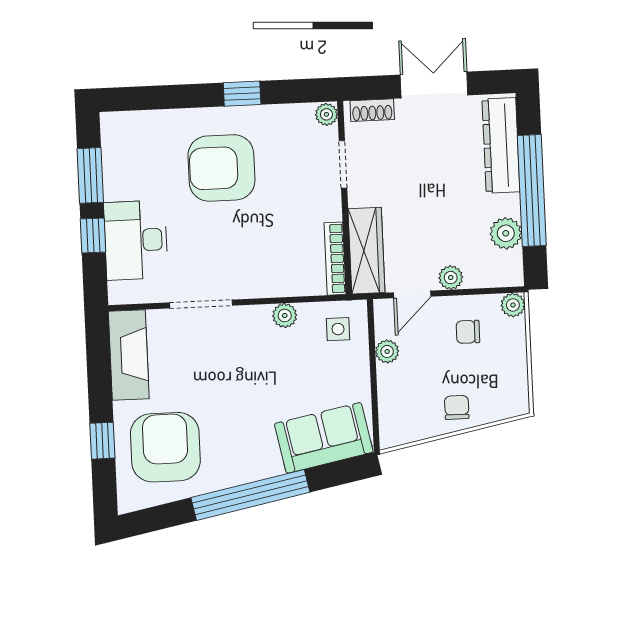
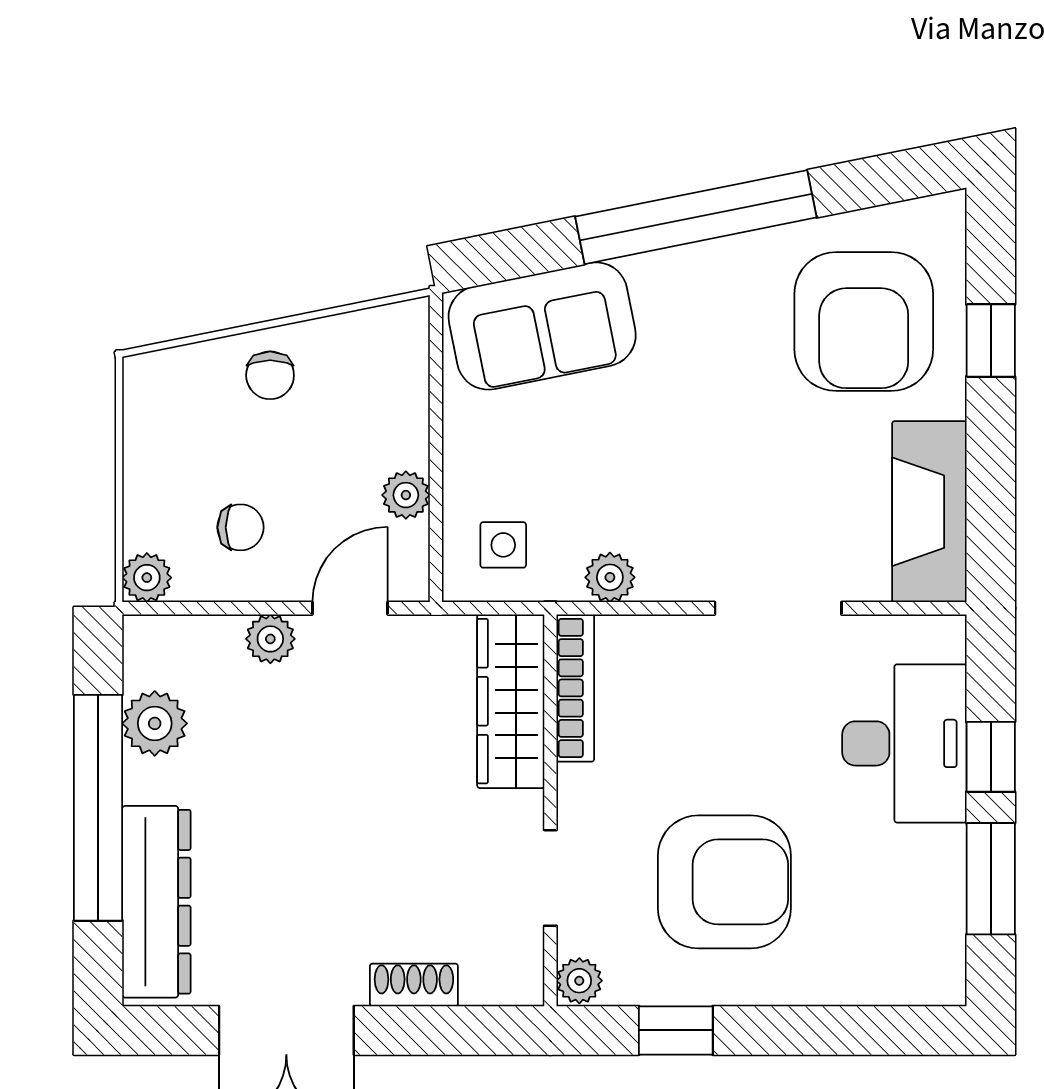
plant: (326, 114) -> (579, 981), moved
doorway: (343, 164) -> (550, 878), moved
wall: (344, 198) -> (550, 810), moved
wardrobe: (366, 251) -> (511, 701), moved
bookcase: (335, 259) -> (575, 688), moved

